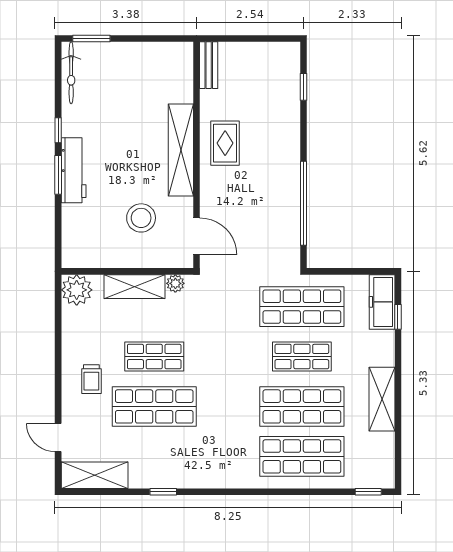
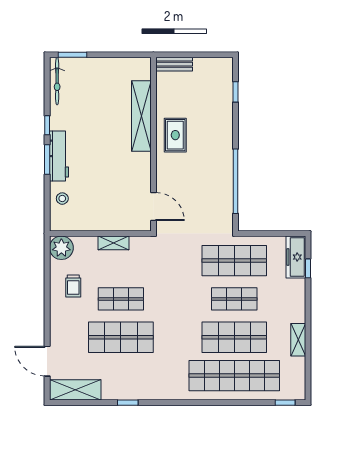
bench: (209, 65) -> (174, 64), moved, turned 90
shelving: (181, 150) -> (141, 116), moved
stool: (141, 218) -> (62, 199), moved, width x0.53, depth x0.53
plant: (175, 283) -> (137, 243), removed
shelving: (134, 287) -> (114, 243), width x0.67, depth x0.75
trolley: (91, 379) -> (73, 286), moved
shelving: (382, 399) -> (298, 340), width x0.67, depth x0.75
door: (58, 438) -> (47, 361), width x1.38
shop shelf: (302, 456) -> (234, 376), width x1.40

